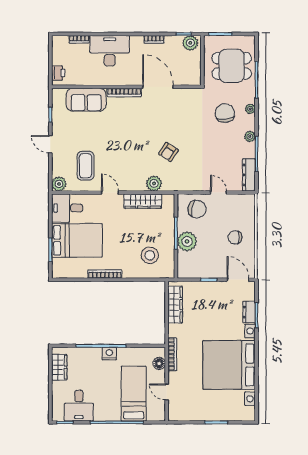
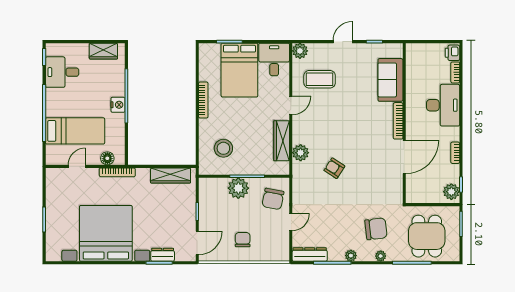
printer: (58, 73) -> (452, 53), moved, turned 90

